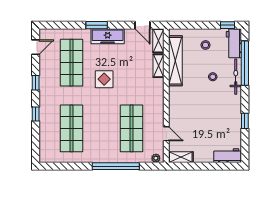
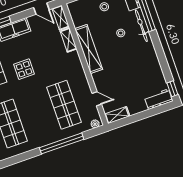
shelving: (175, 61) -> (89, 49), moved
window: (245, 121) -> (172, 89), moved

